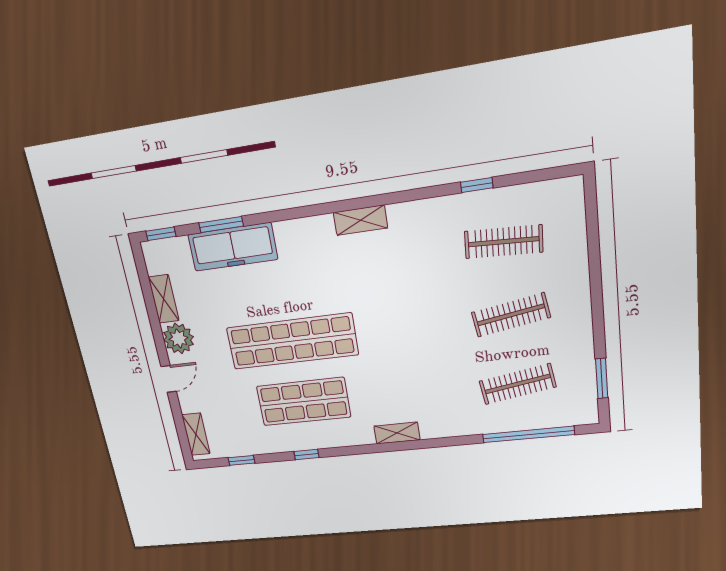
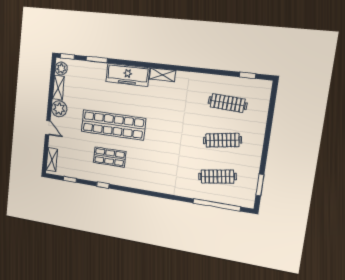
window: (477, 185) -> (248, 75), moved
freezer: (233, 247) -> (128, 75), moved
plant: (157, 261) -> (61, 68), added
door: (169, 379) -> (48, 128), hinge flipped
shop shelf: (304, 402) -> (110, 157), width x0.70, depth x0.74
shelving: (397, 433) -> (151, 186), removed

